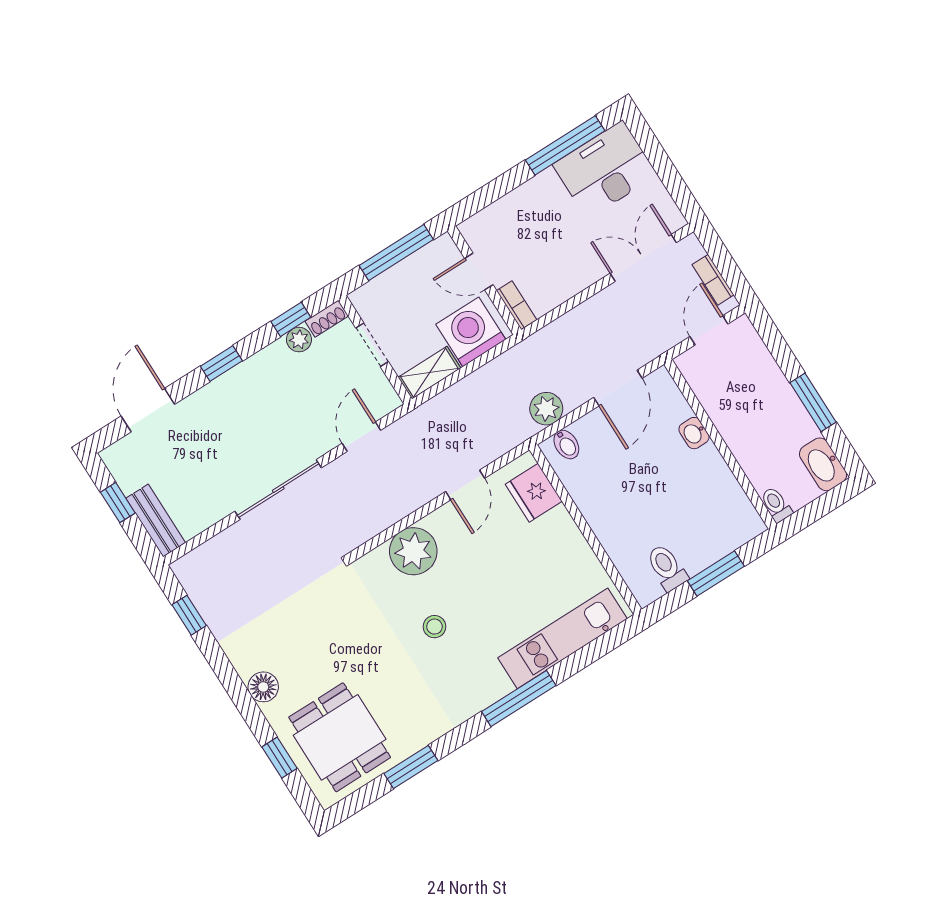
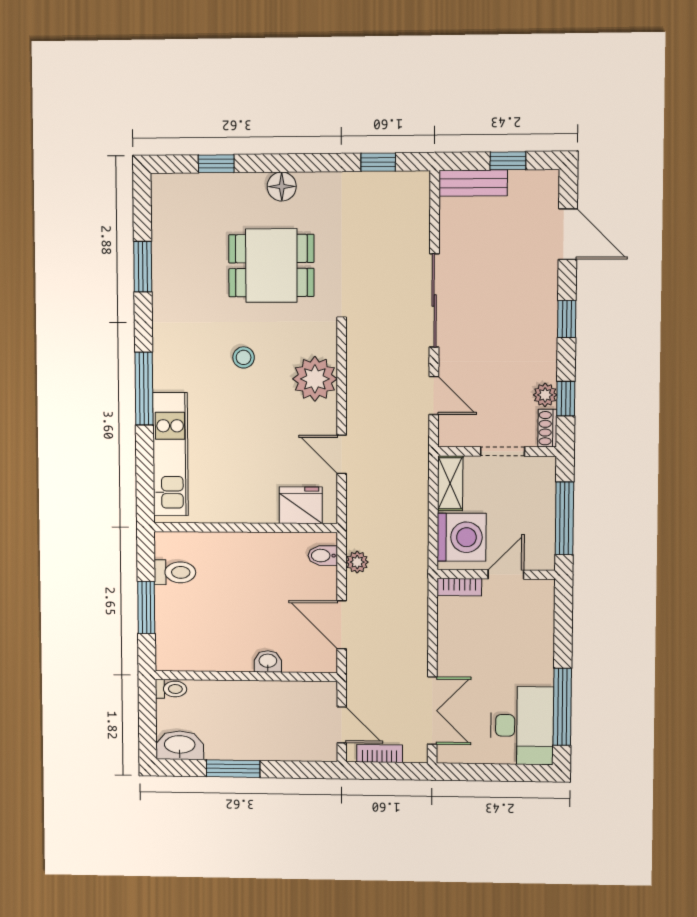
plant: (546, 409) -> (357, 562), width x0.73, depth x0.73
dining table: (340, 737) -> (271, 266), moved

